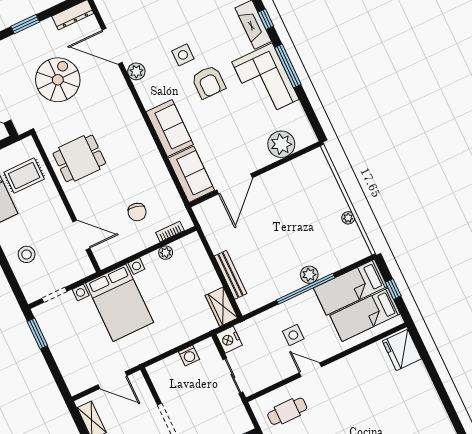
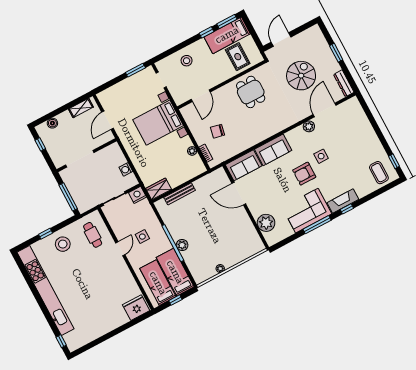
spiral stairs: (58, 80) -> (301, 76), turned -90

